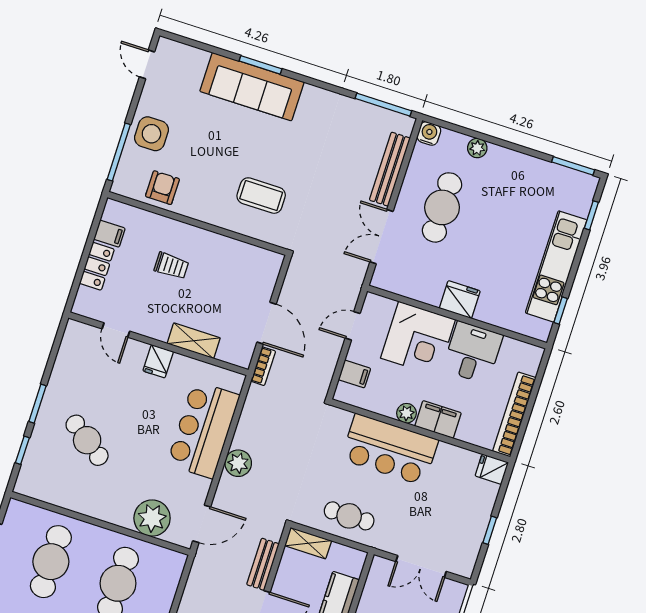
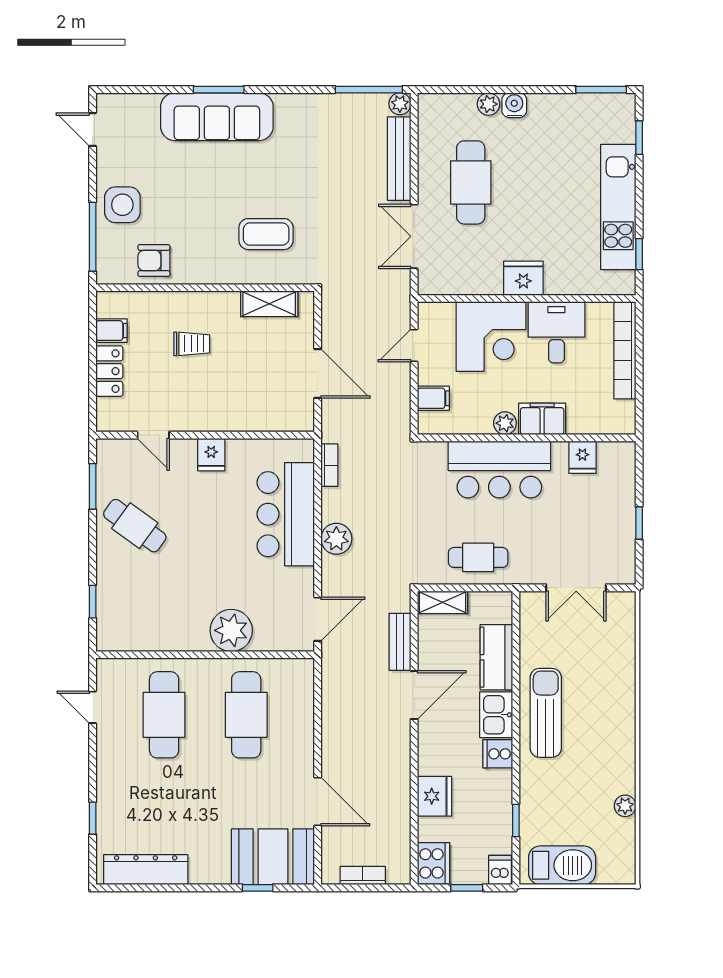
plant: (405, 124) -> (400, 104), added
water cooler: (429, 133) -> (514, 105), moved
armchair: (162, 188) -> (154, 261), turned -90
shelving: (194, 341) -> (269, 304), moved
bookcase: (263, 366) -> (329, 465), moved
window: (37, 404) -> (93, 486), moved
bookcase: (514, 414) -> (625, 350), moved
cafe table: (87, 440) -> (135, 526), moved
fridge: (492, 469) -> (582, 457), moved, turned -90
plant: (152, 518) -> (231, 630), moved

